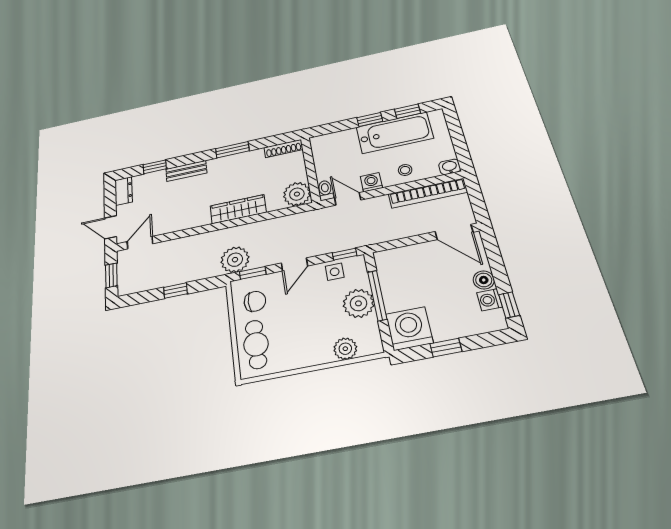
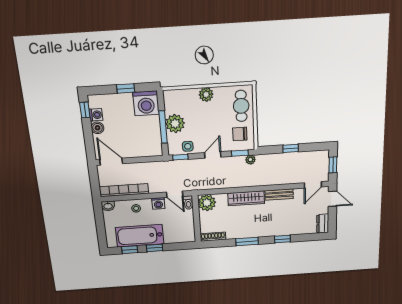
window: (155, 167) -> (282, 239), moved
bench: (186, 171) -> (279, 195), moved
plant: (235, 260) -> (250, 160), width x0.53, depth x0.53
plant: (345, 349) -> (206, 94), moved

